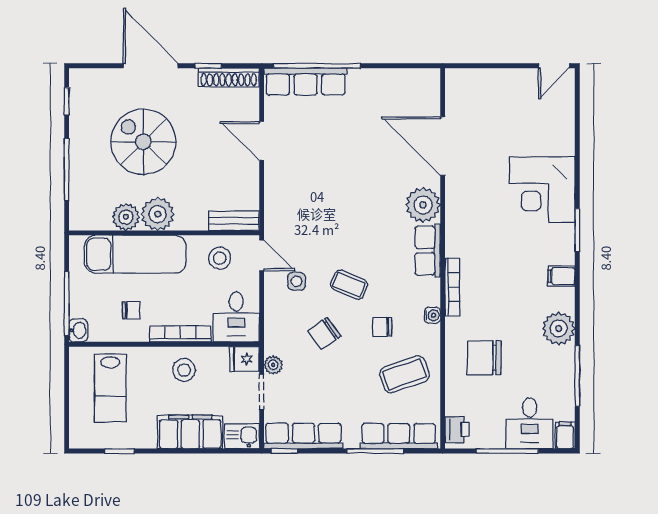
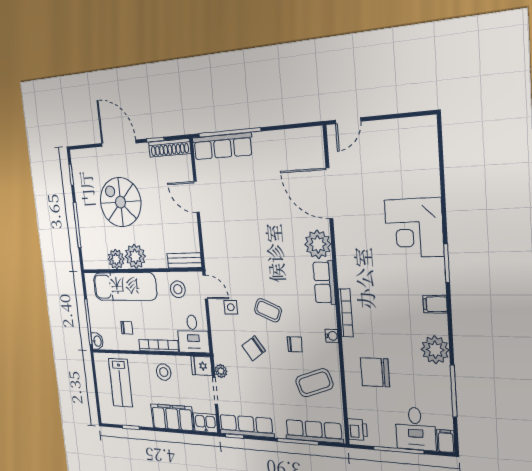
door: (554, 66) -> (348, 121), moved
chair: (382, 327) -> (295, 344), turned 180

